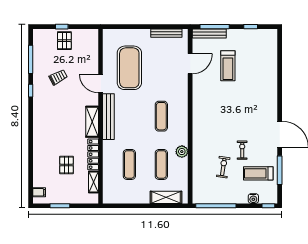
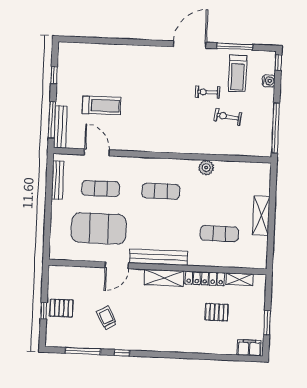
exercise mat: (161, 164) -> (101, 189), moved
filing cabinet: (39, 192) -> (249, 348), width x2.00
shelving: (166, 197) -> (261, 216), moved

